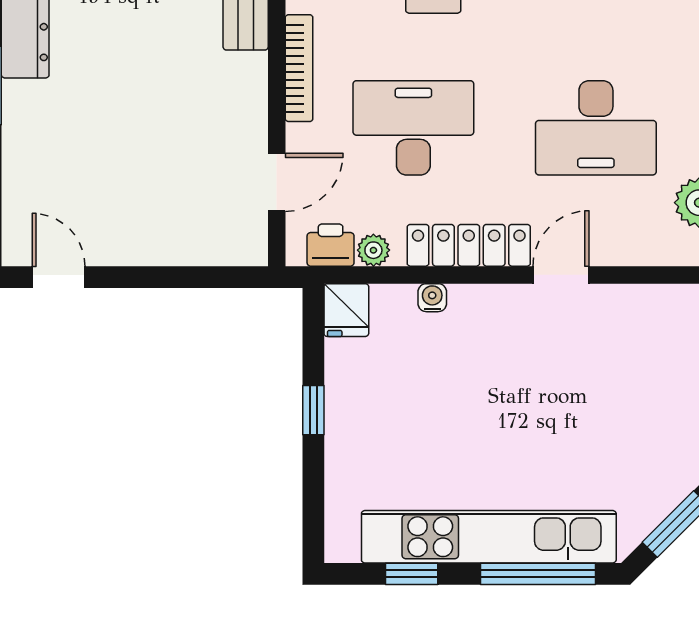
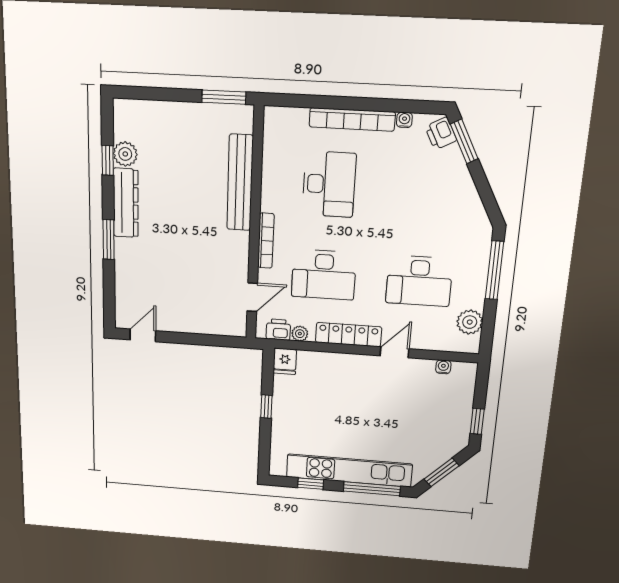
desk: (413, 128) -> (324, 275), turned 180
door: (59, 277) -> (143, 335), hinge flipped
water cooler: (432, 298) -> (443, 367), moved

